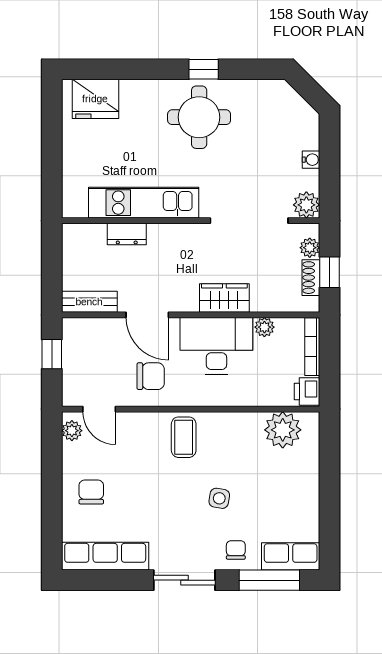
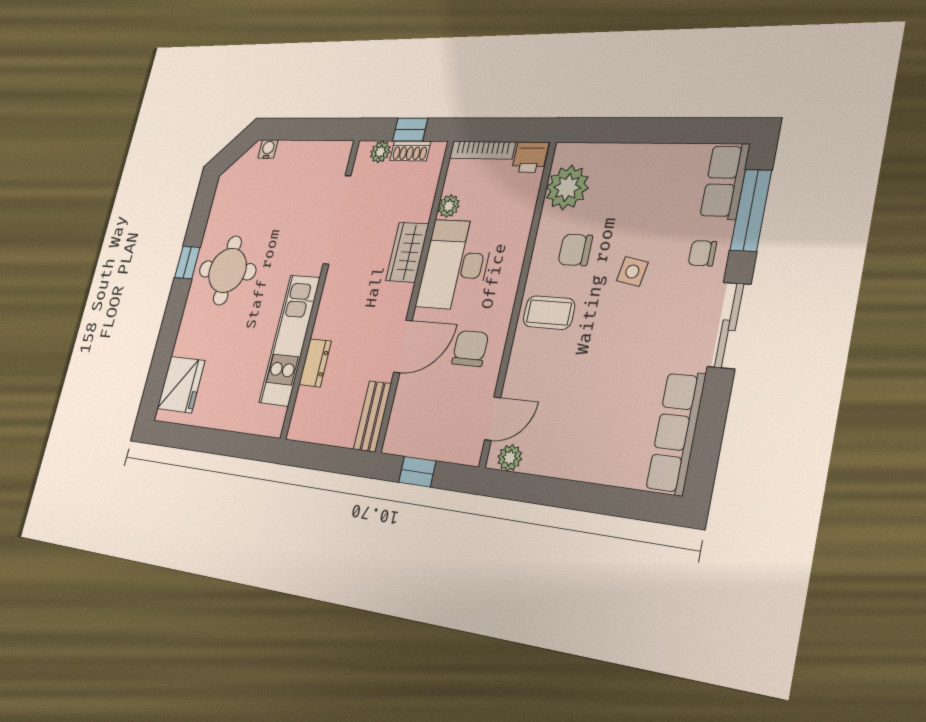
water cooler: (311, 160) -> (268, 149), moved
plant: (306, 205) -> (338, 155), removed
chair: (91, 492) -> (575, 250), moved

